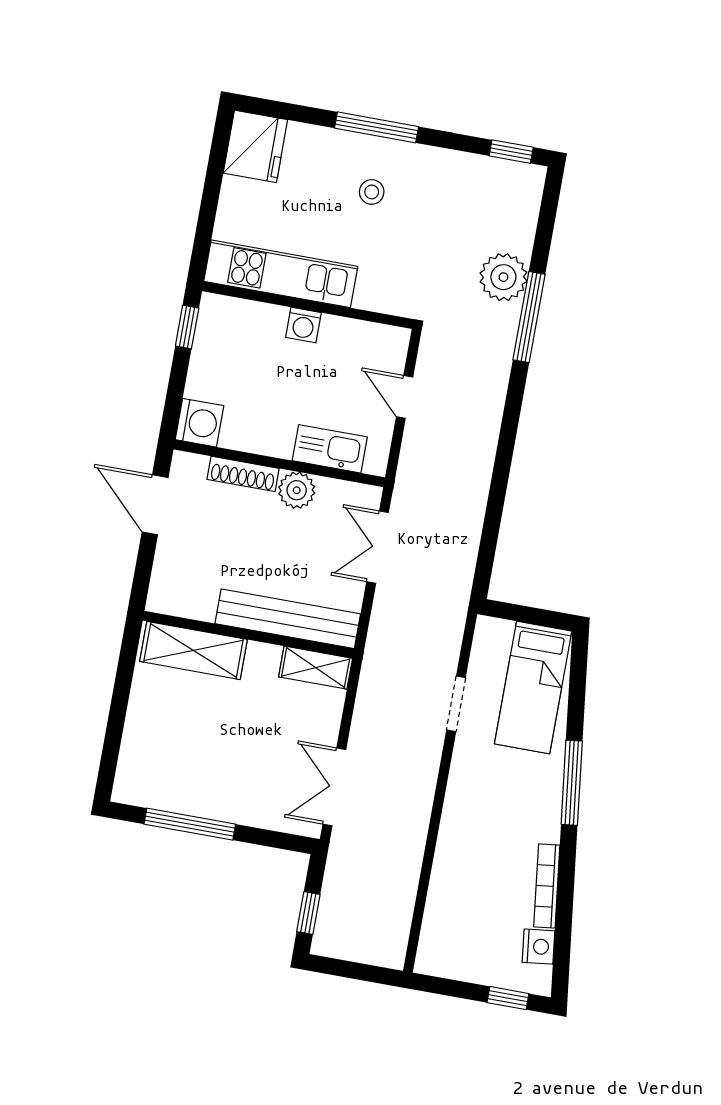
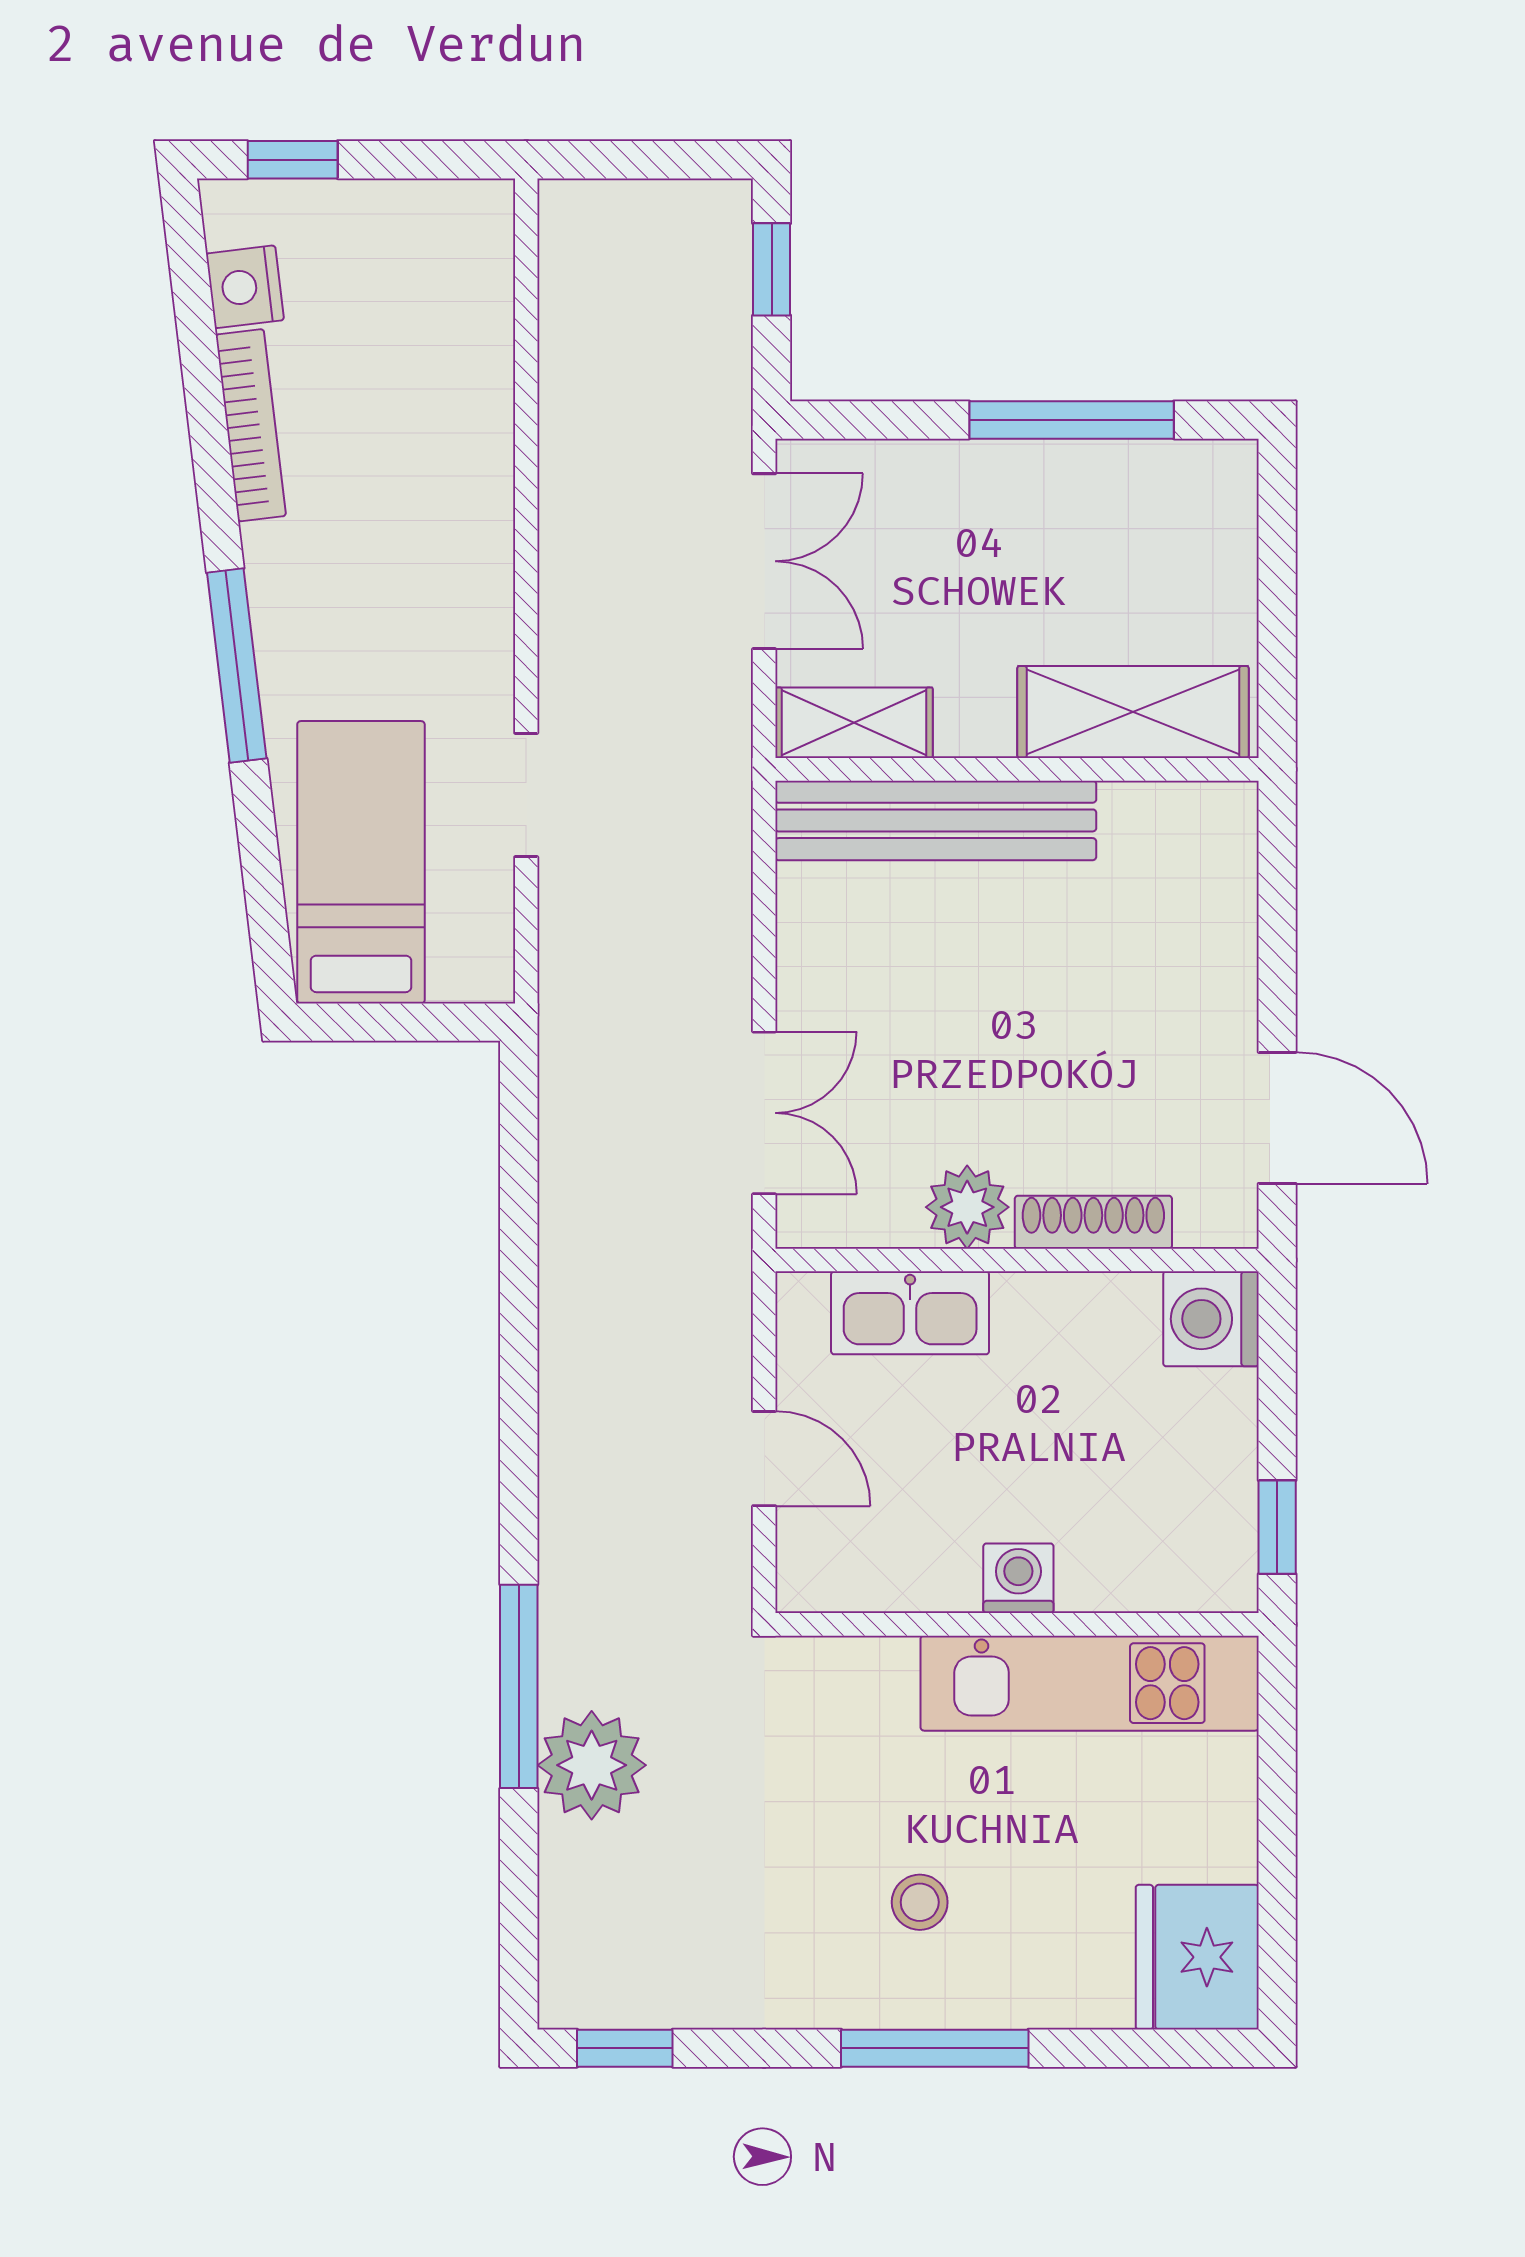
bench: (288, 619) -> (936, 820), moved
wall: (248, 635) -> (1017, 769), moved
shelving: (193, 650) -> (1133, 712), moved
shelving: (316, 668) -> (854, 723), moved

